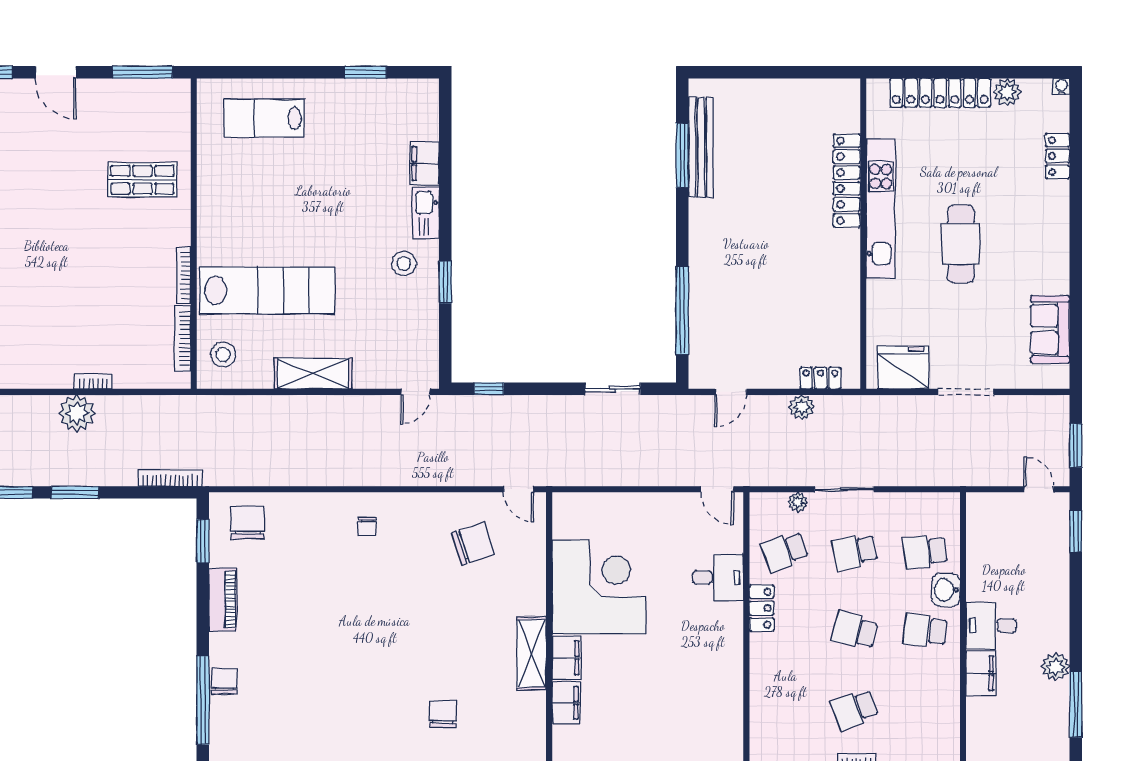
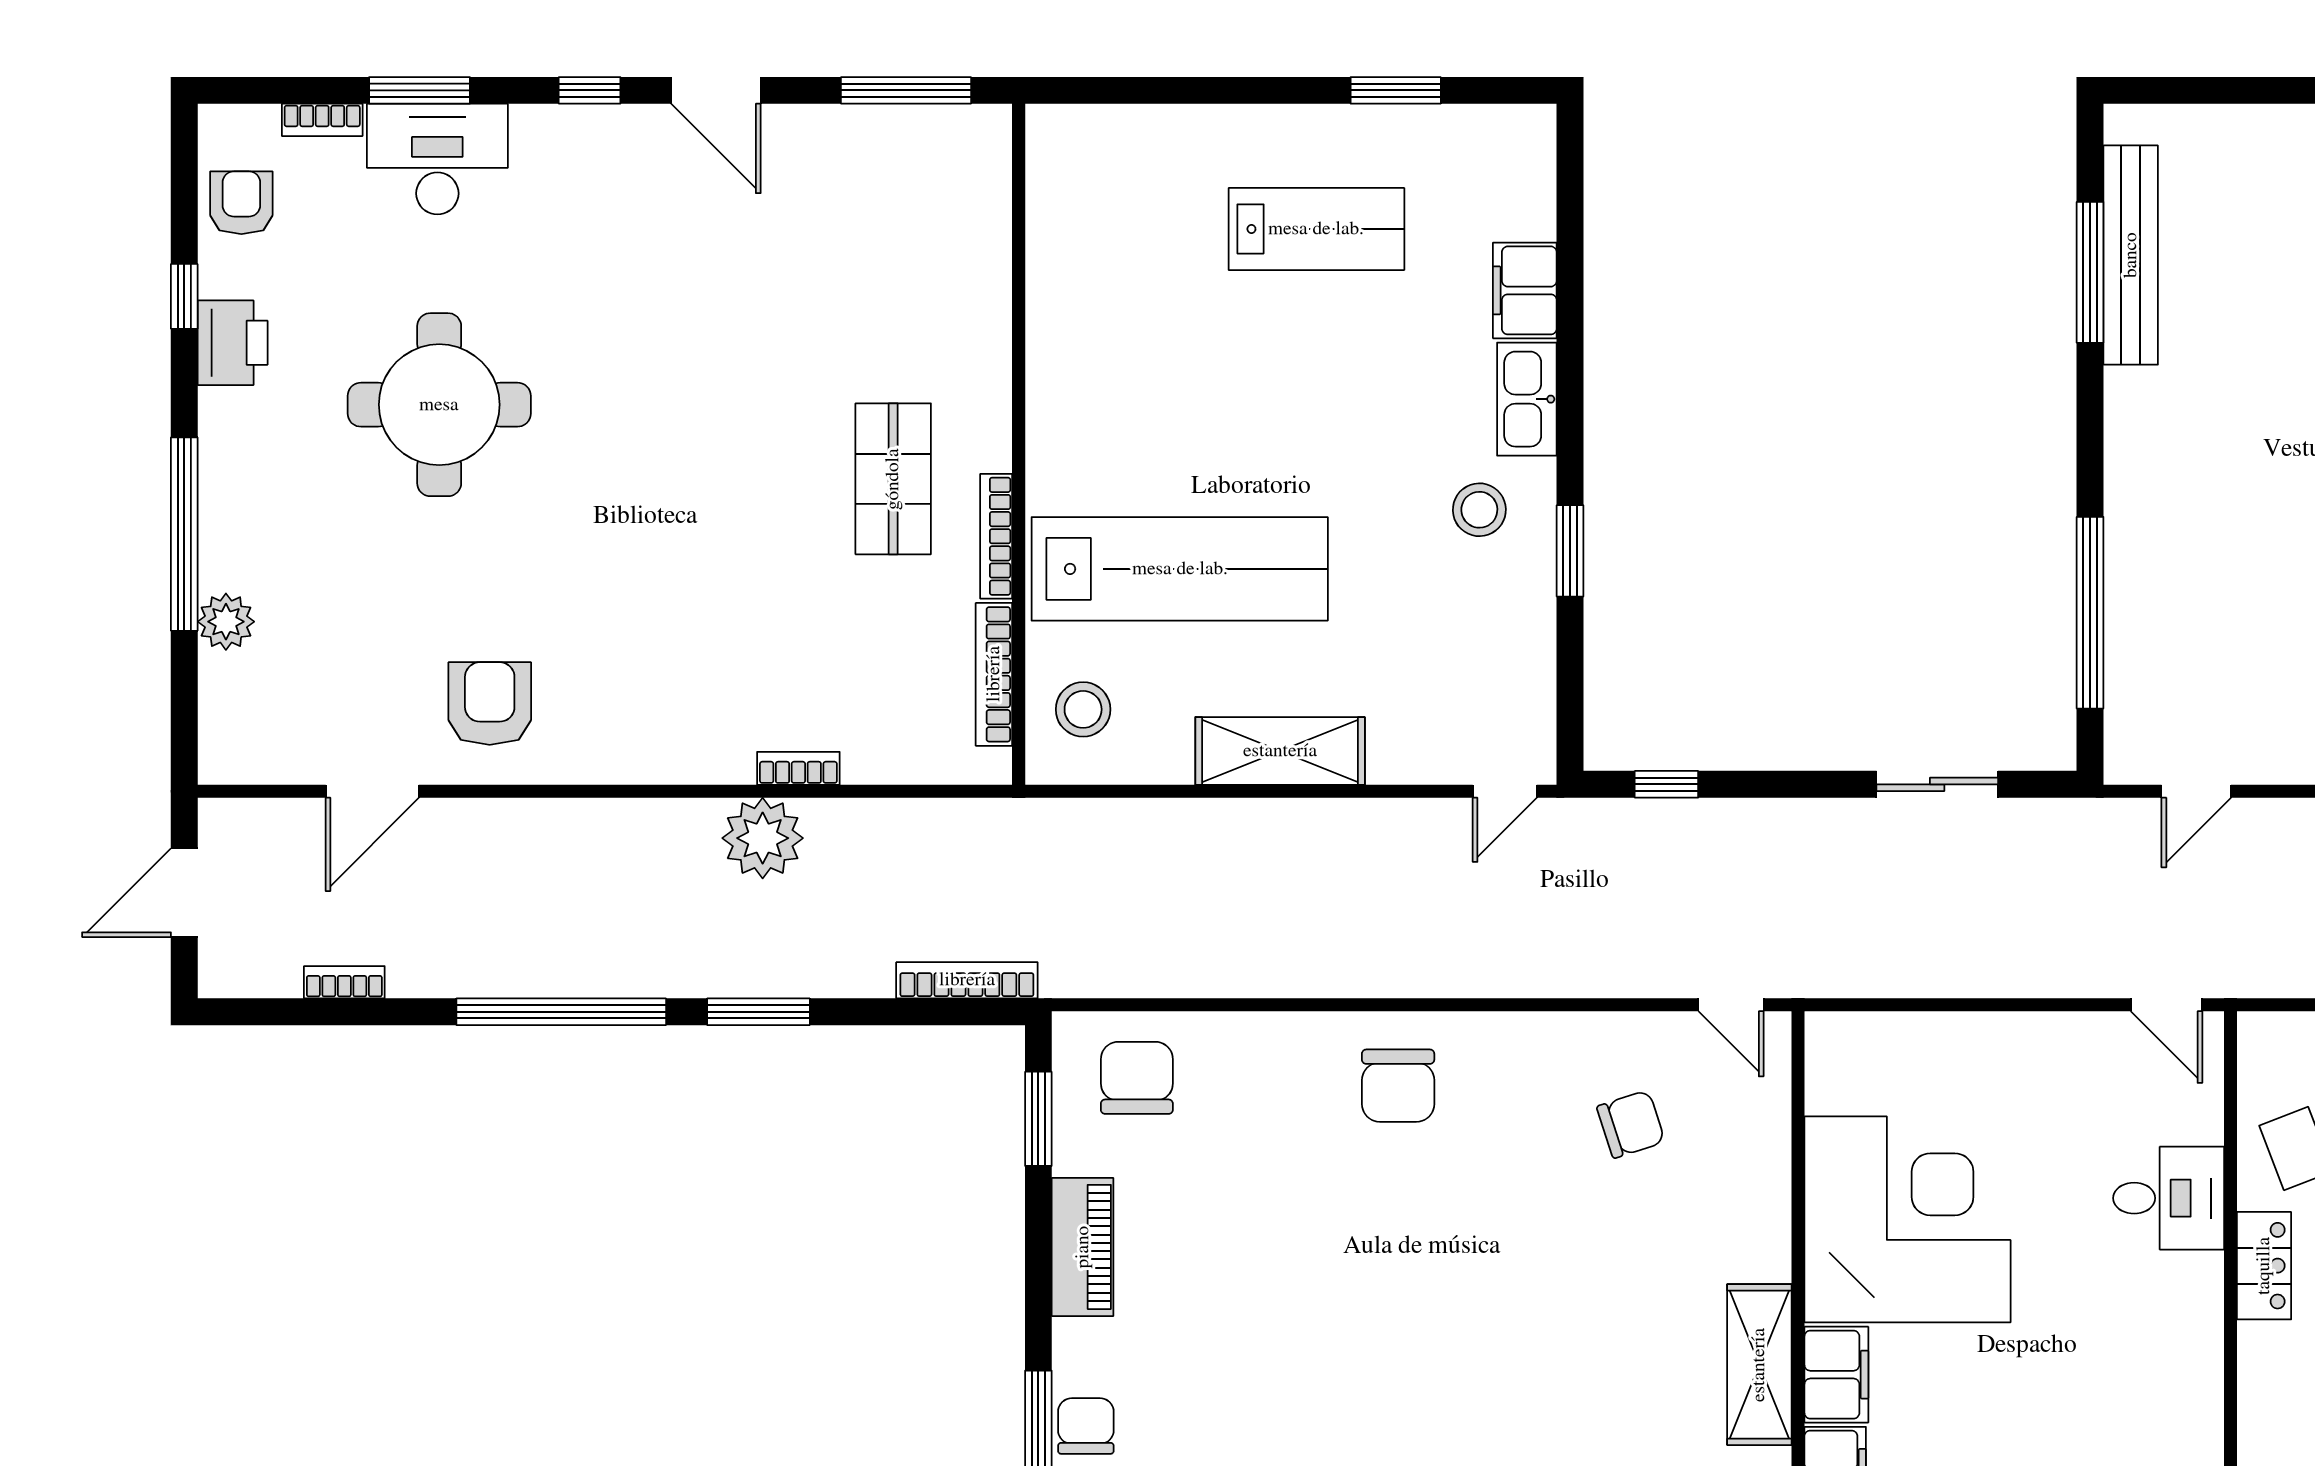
lab bench: (264, 118) -> (1316, 229), moved, turned 180
shop shelf: (142, 180) -> (893, 479), moved, turned 90
chair: (367, 526) -> (1398, 1086), width x1.87, depth x1.87
chair: (473, 544) -> (1631, 1124), width x0.73, depth x0.73

